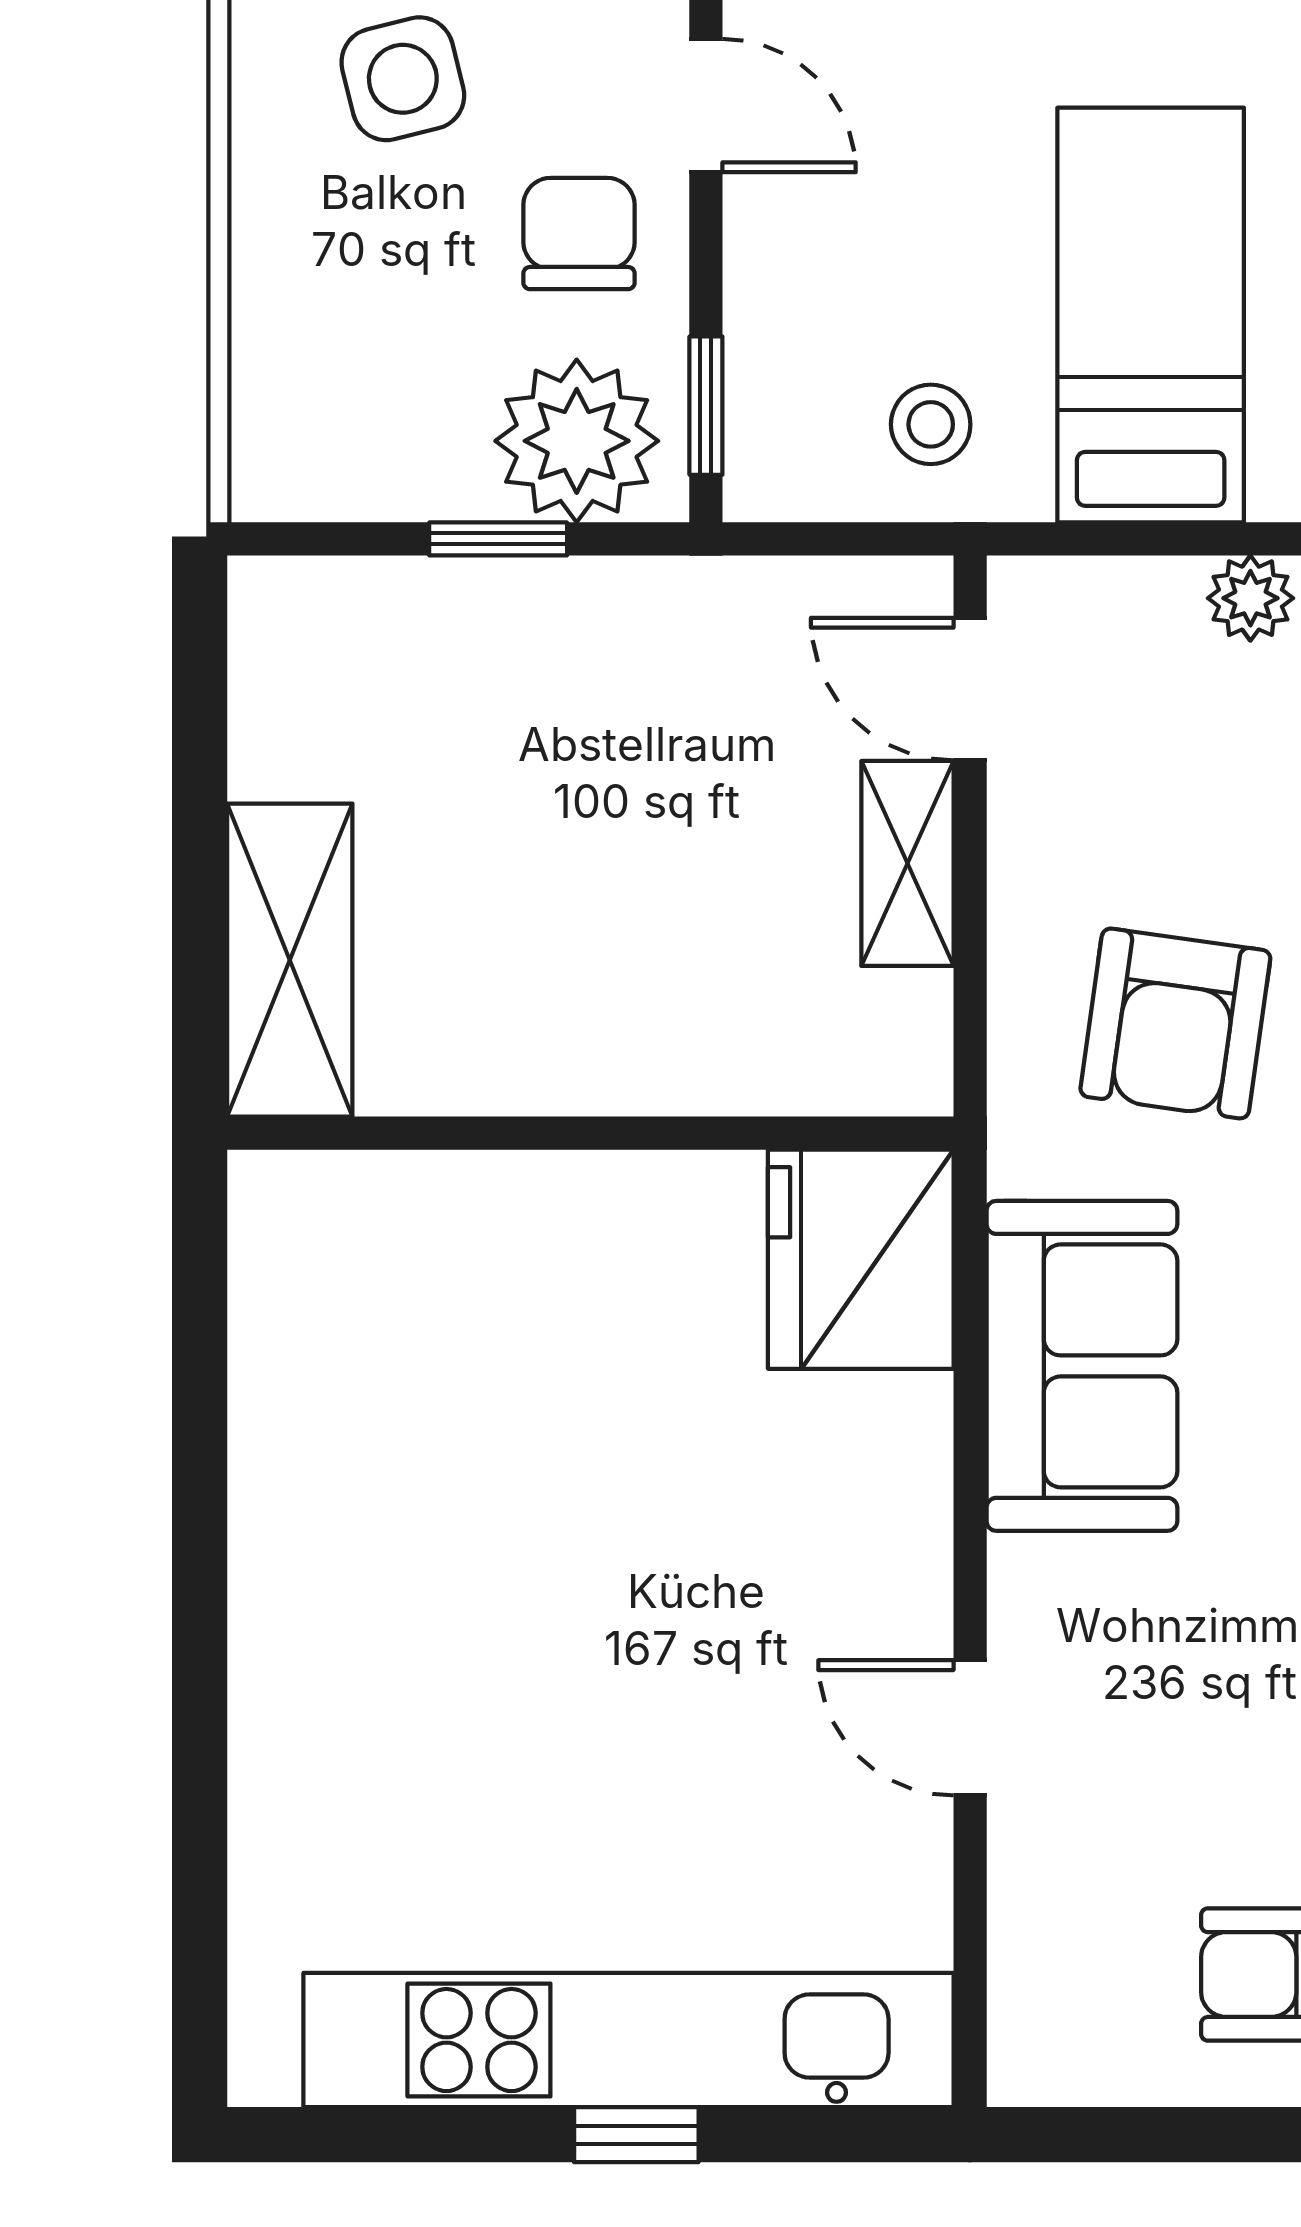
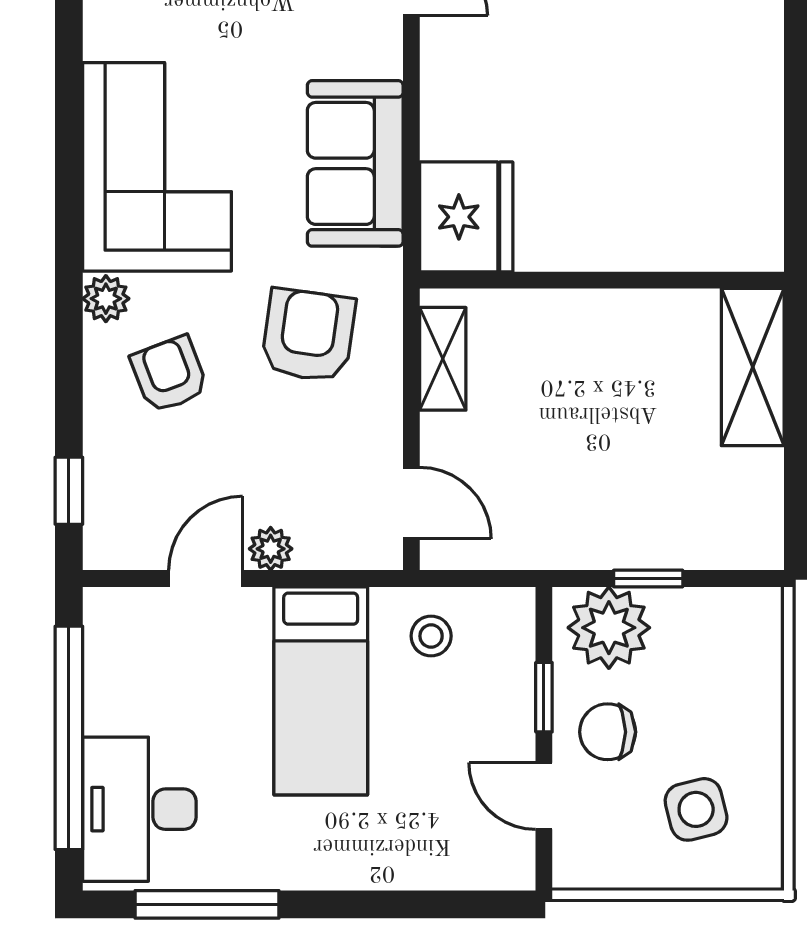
chair: (579, 234) -> (608, 732), turned 90
window: (706, 406) -> (544, 697), moved
shelving: (907, 863) -> (443, 359), moved

